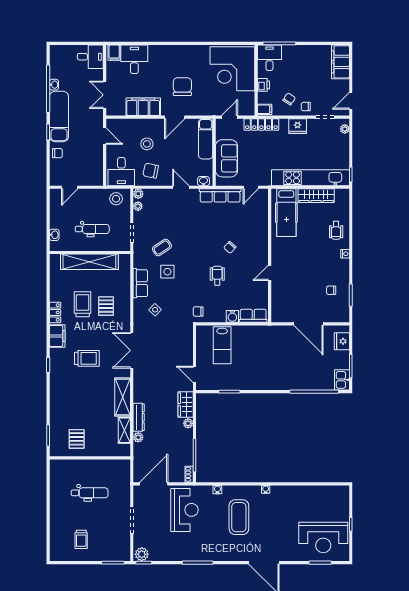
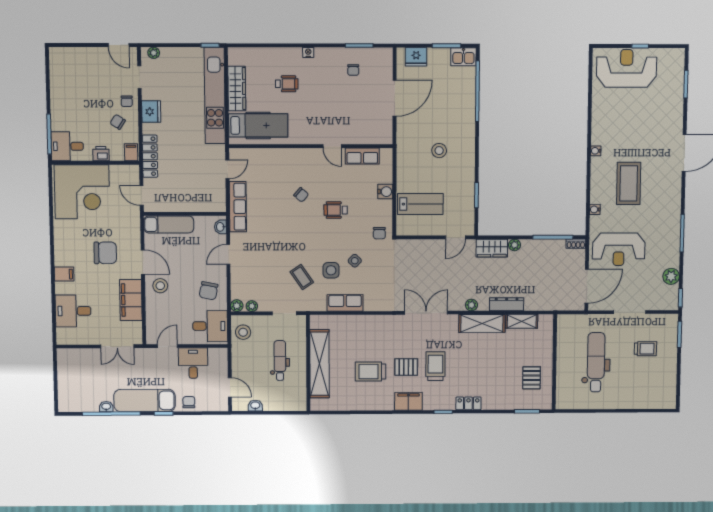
filing cabinet: (114, 53) -> (64, 274), moved
desk: (90, 57) -> (193, 363), moved
filing cabinet: (340, 62) -> (70, 58), removed
chair: (182, 87) -> (105, 253), turned 180
stool: (147, 144) -> (160, 286), moved
sofa: (227, 158) -> (192, 199), removed
door: (251, 187) -> (227, 169), hinge flipped
wheelchair: (336, 230) -> (287, 84), moved
washbasin: (54, 235) -> (255, 406), moved
pallet: (106, 306) -> (406, 367), moved
side table: (155, 310) -> (355, 261), moved
locker: (55, 313) -> (468, 403), moved
row of seats: (253, 316) -> (362, 156), moved, turned -90
double door: (132, 350) -> (426, 313), swing flipped
stool: (266, 360) -> (439, 151), added
plant: (138, 437) -> (471, 305), moved
pallet: (77, 439) -> (532, 378), turned 90
door: (154, 484) -> (587, 286), swing flipped
dental chair: (90, 493) -> (596, 362), width x1.36, depth x1.38
reception desk: (184, 510) -> (619, 249), turned 180
coffee table: (239, 517) -> (629, 183), turned 90
reception desk: (323, 537) -> (627, 68), moved, turned -90
trolley: (81, 539) -> (645, 349), moved
plant: (142, 554) -> (671, 276), moved

